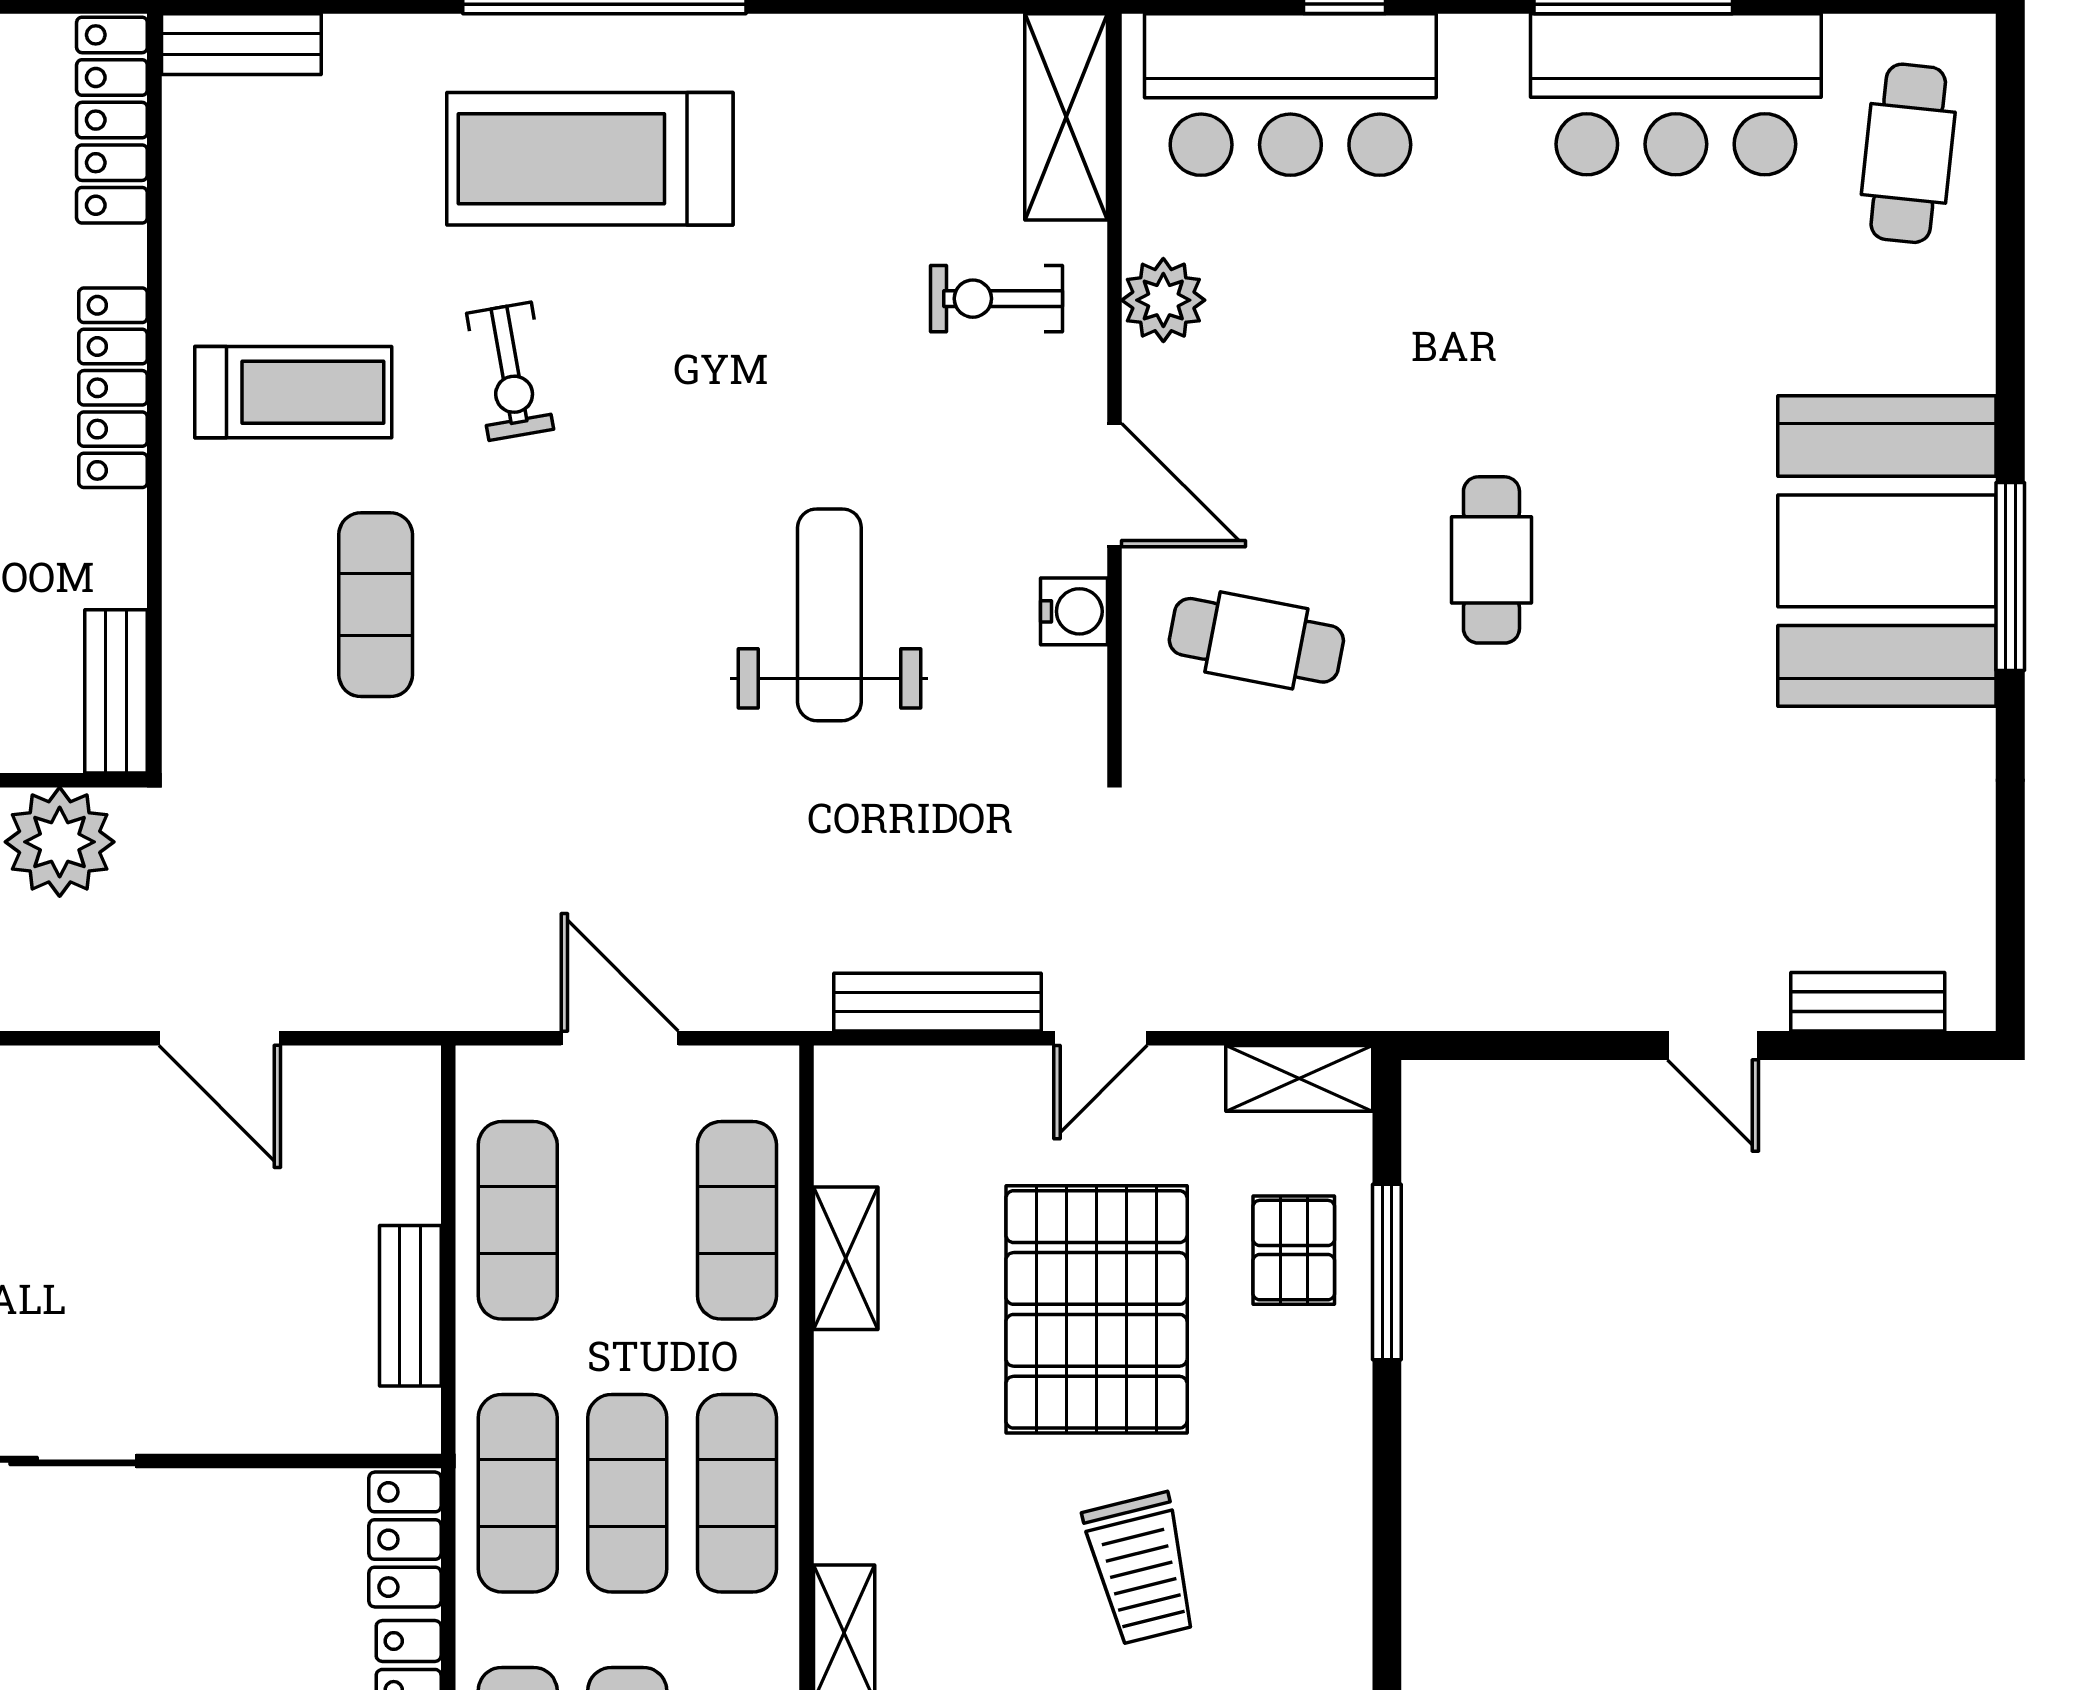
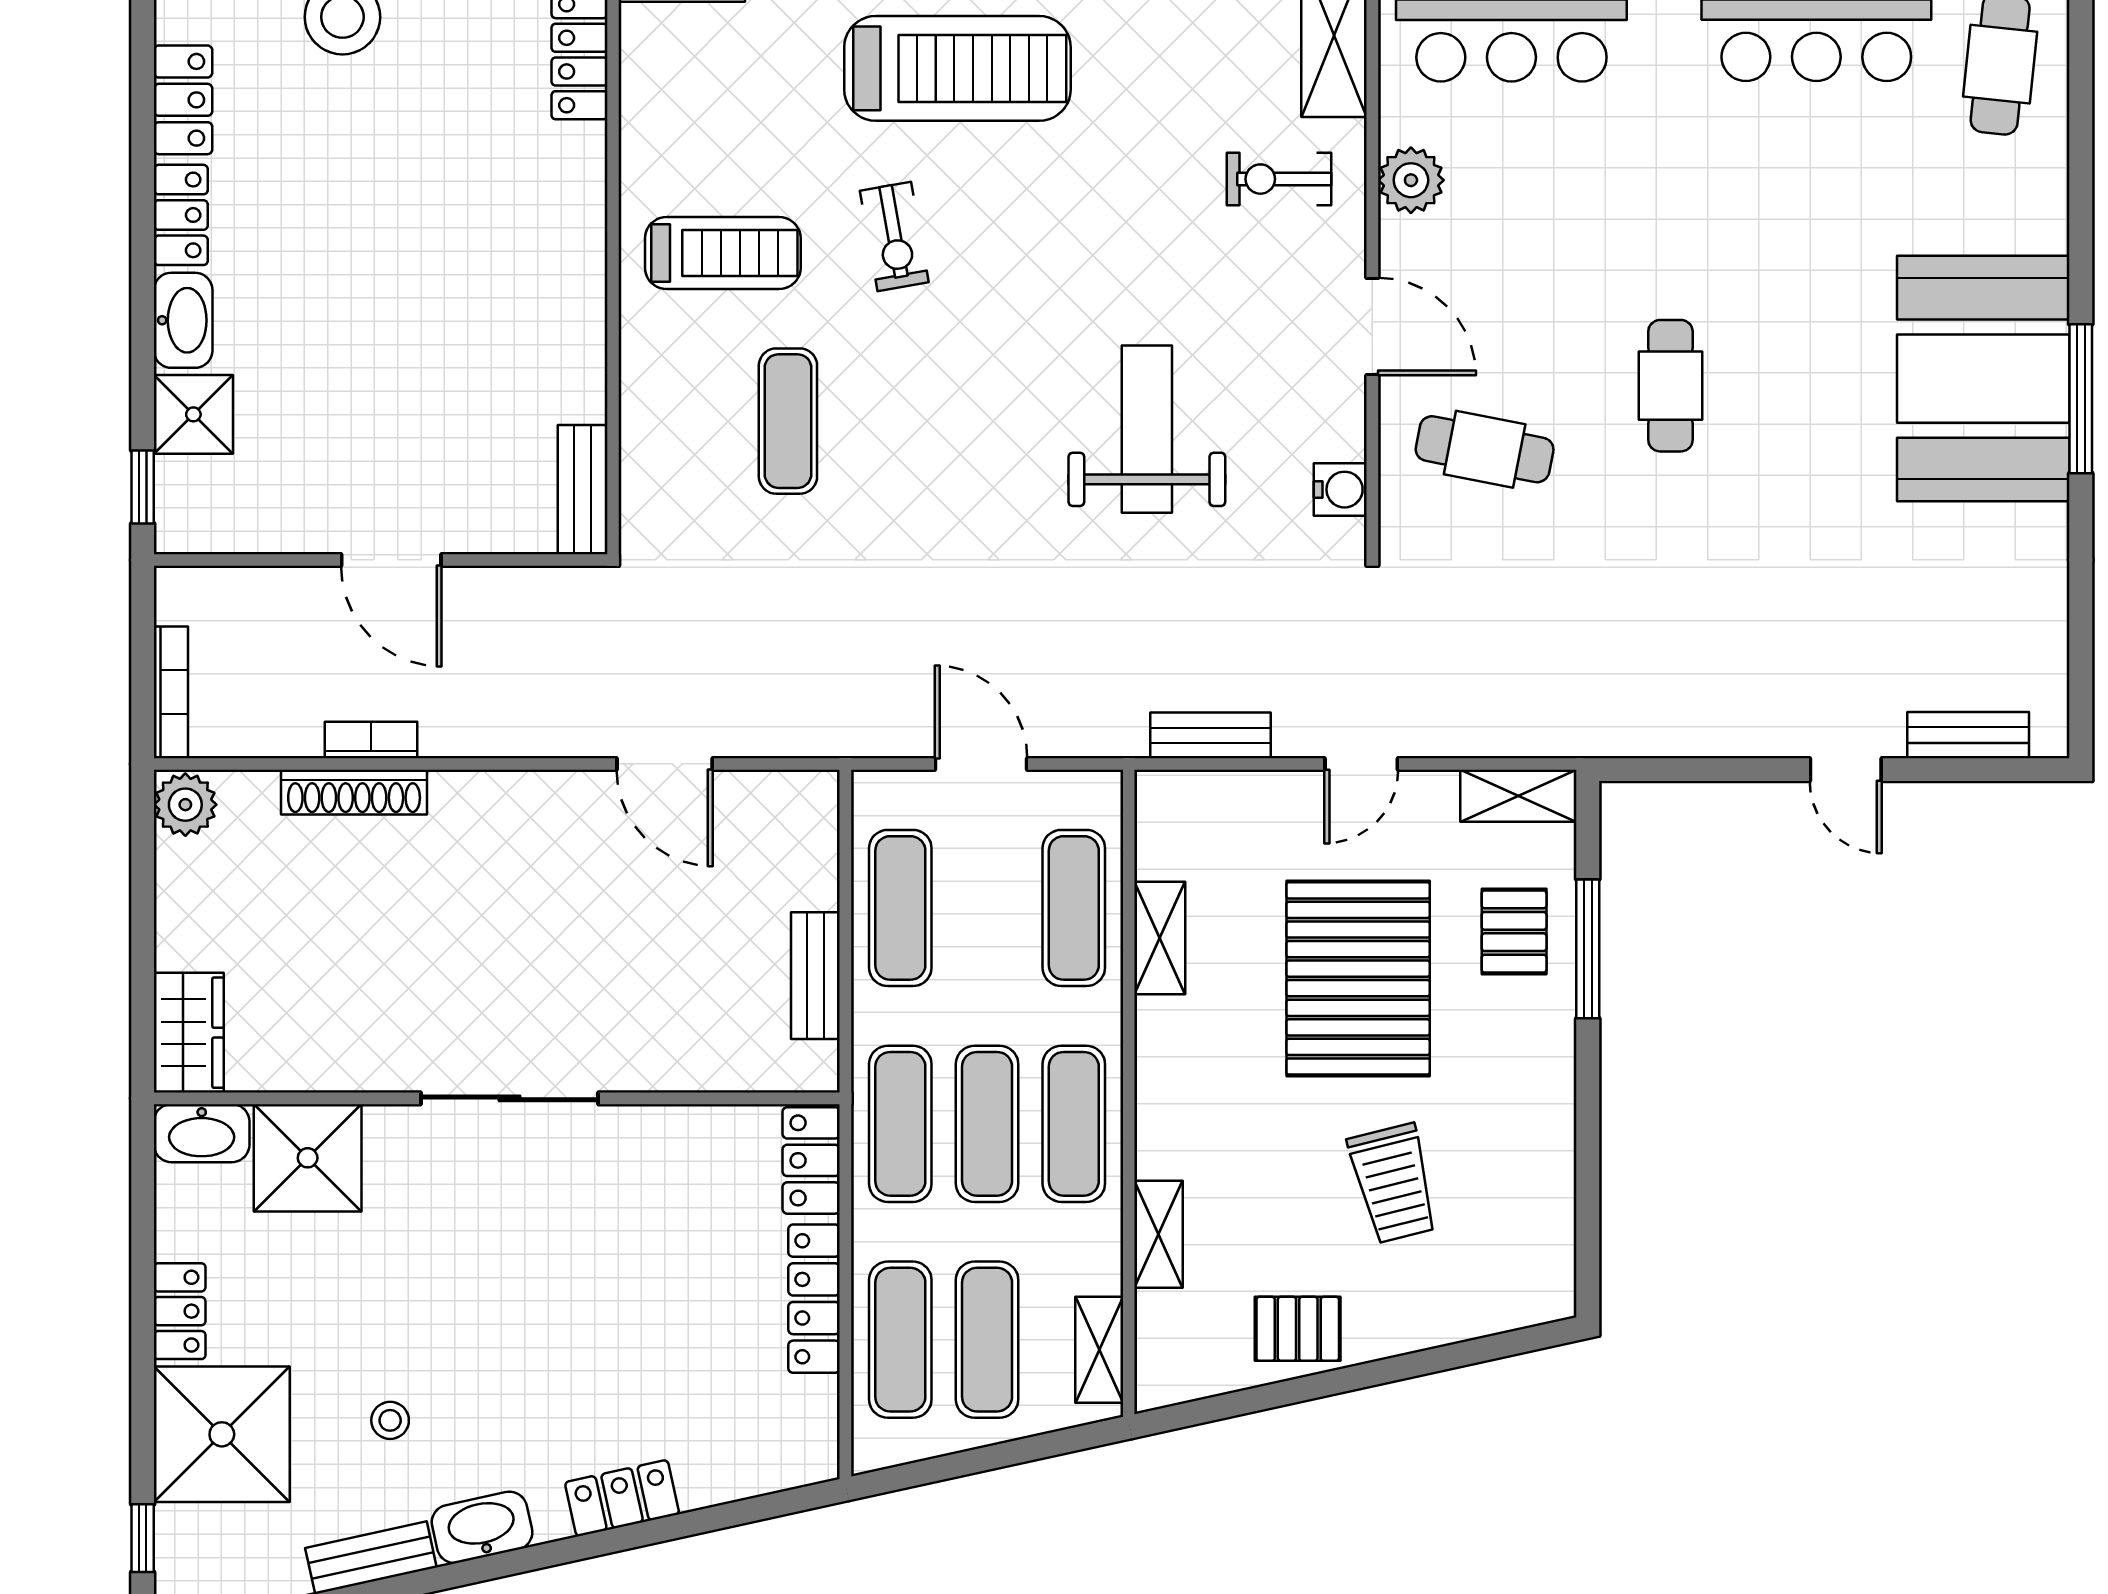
treadmill: (590, 159) -> (957, 68), turned 180
locker: (113, 388) -> (580, 250), removed
water cooler: (1074, 611) -> (1340, 490), moved
plant: (60, 842) -> (538, 609), removed
bench: (937, 1002) -> (1210, 735), width x0.73

